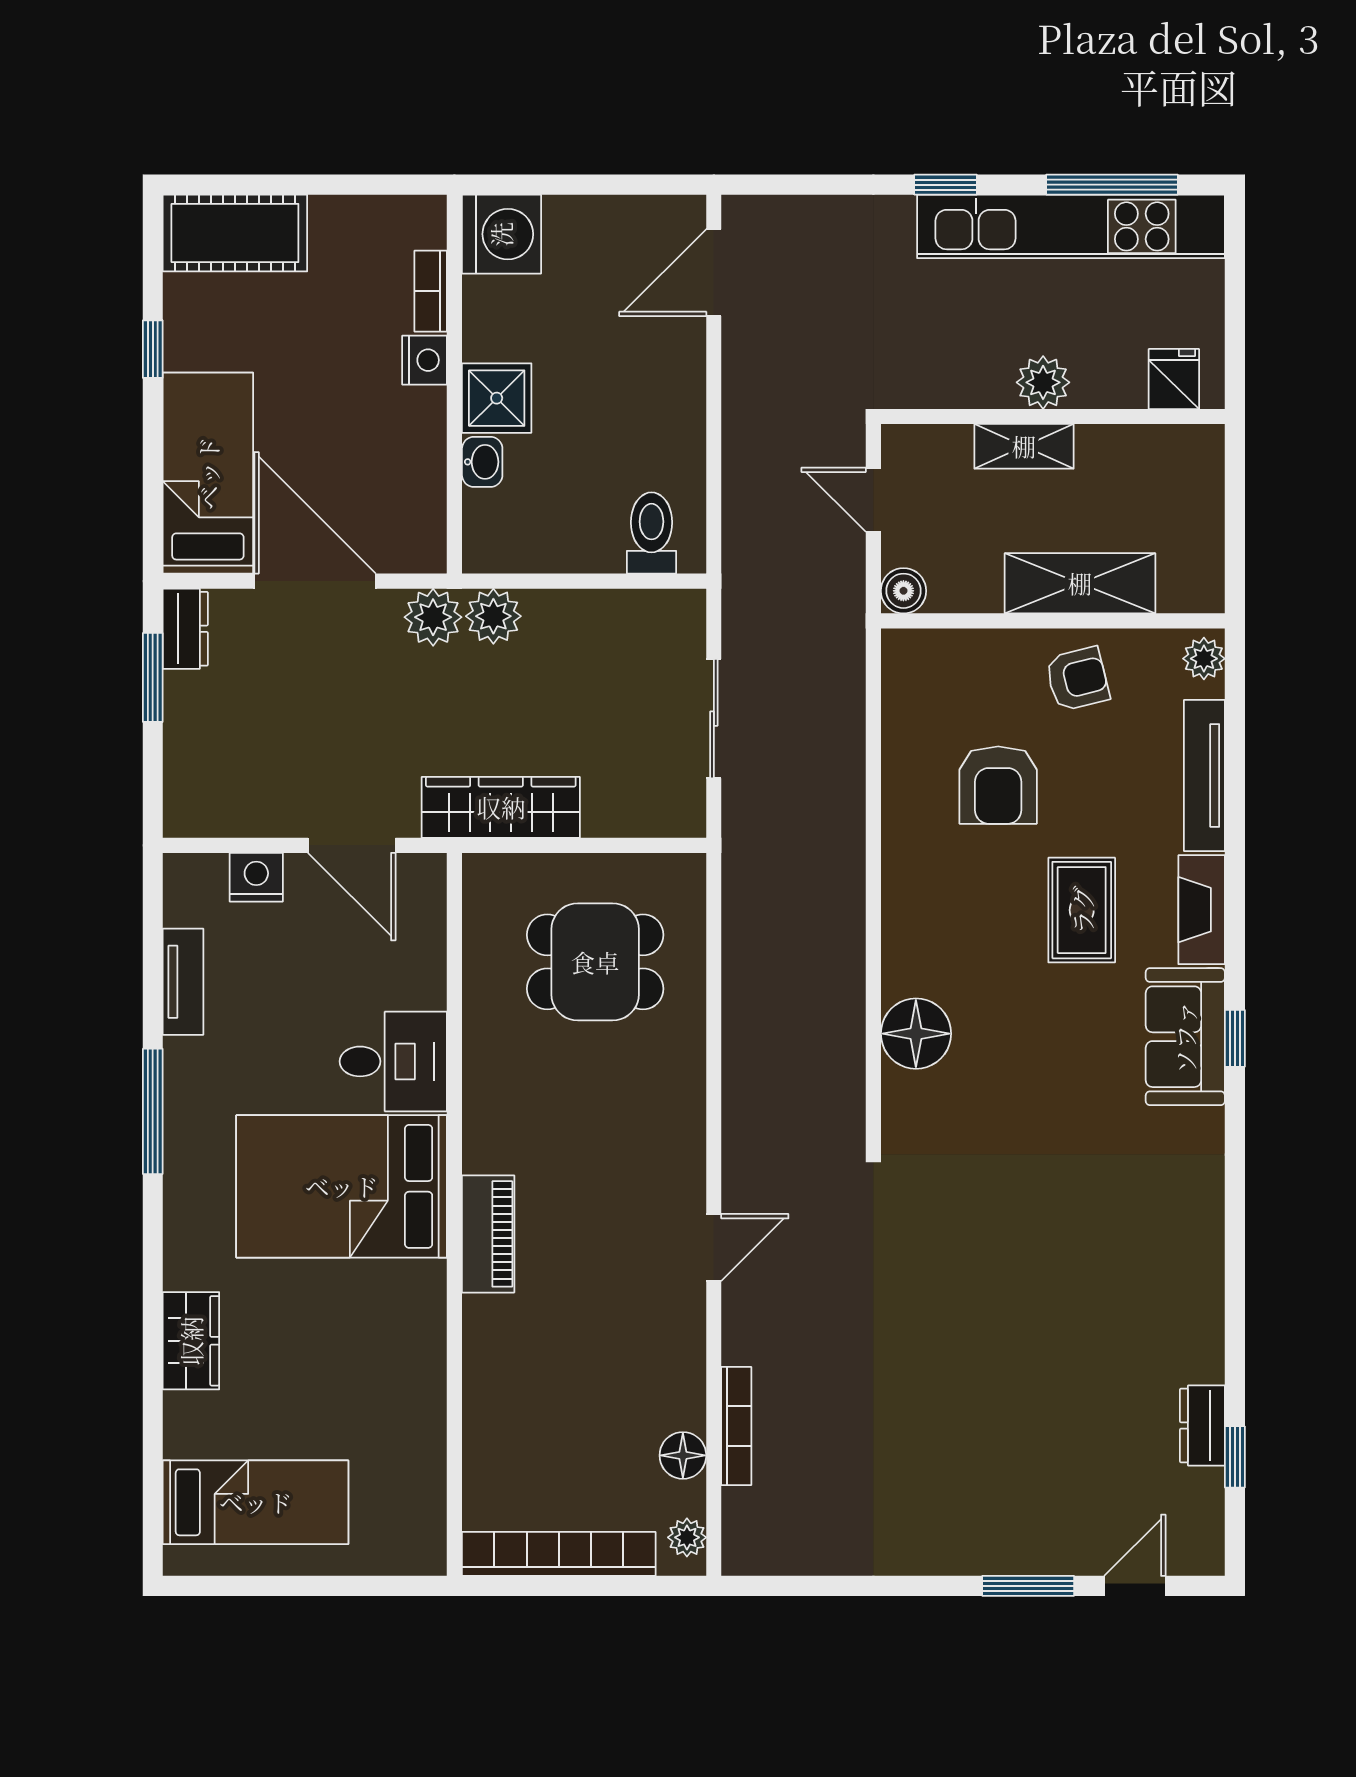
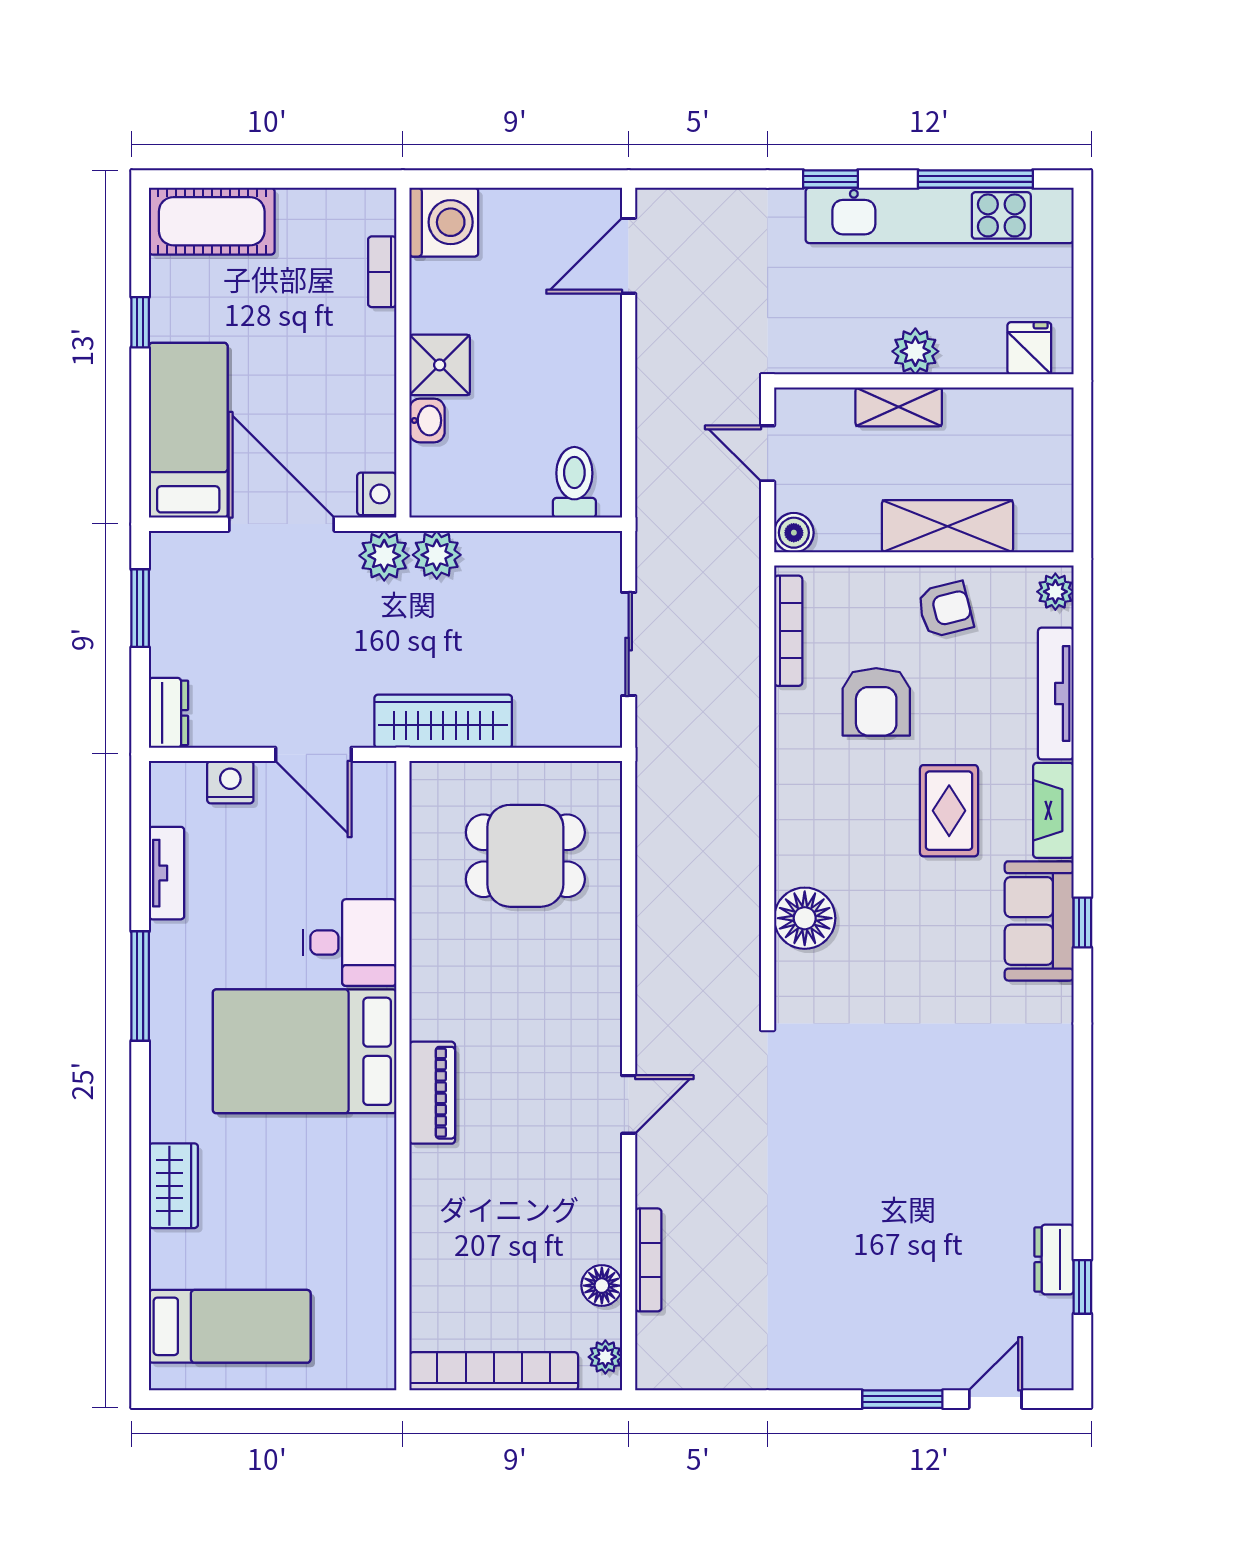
nightstand: (424, 360) -> (377, 494), moved
dresser: (185, 629) -> (169, 713), moved
bookcase: (897, 703) -> (788, 631), added

